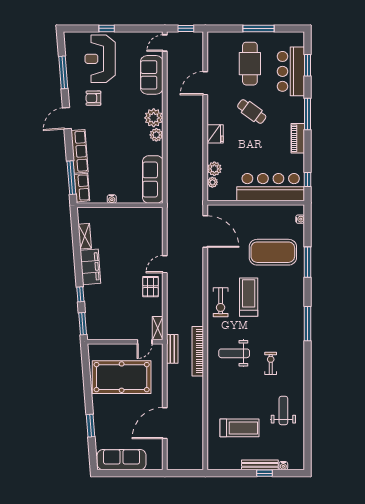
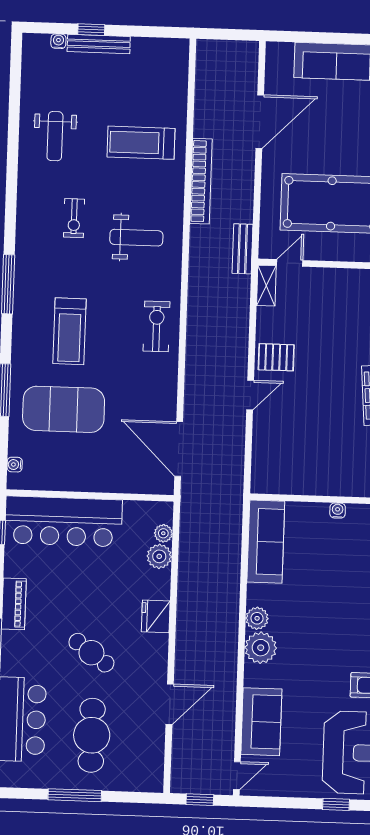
pallet: (151, 287) -> (276, 357), turned 90
treadmill: (249, 297) -> (69, 331), moved
bookcase: (198, 351) -> (201, 181), moved
treadmill: (240, 428) -> (141, 143), moved

